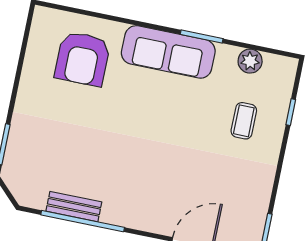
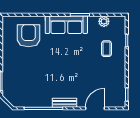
armchair: (83, 59) -> (29, 36), turned 180
bench: (74, 207) -> (65, 103), moved

